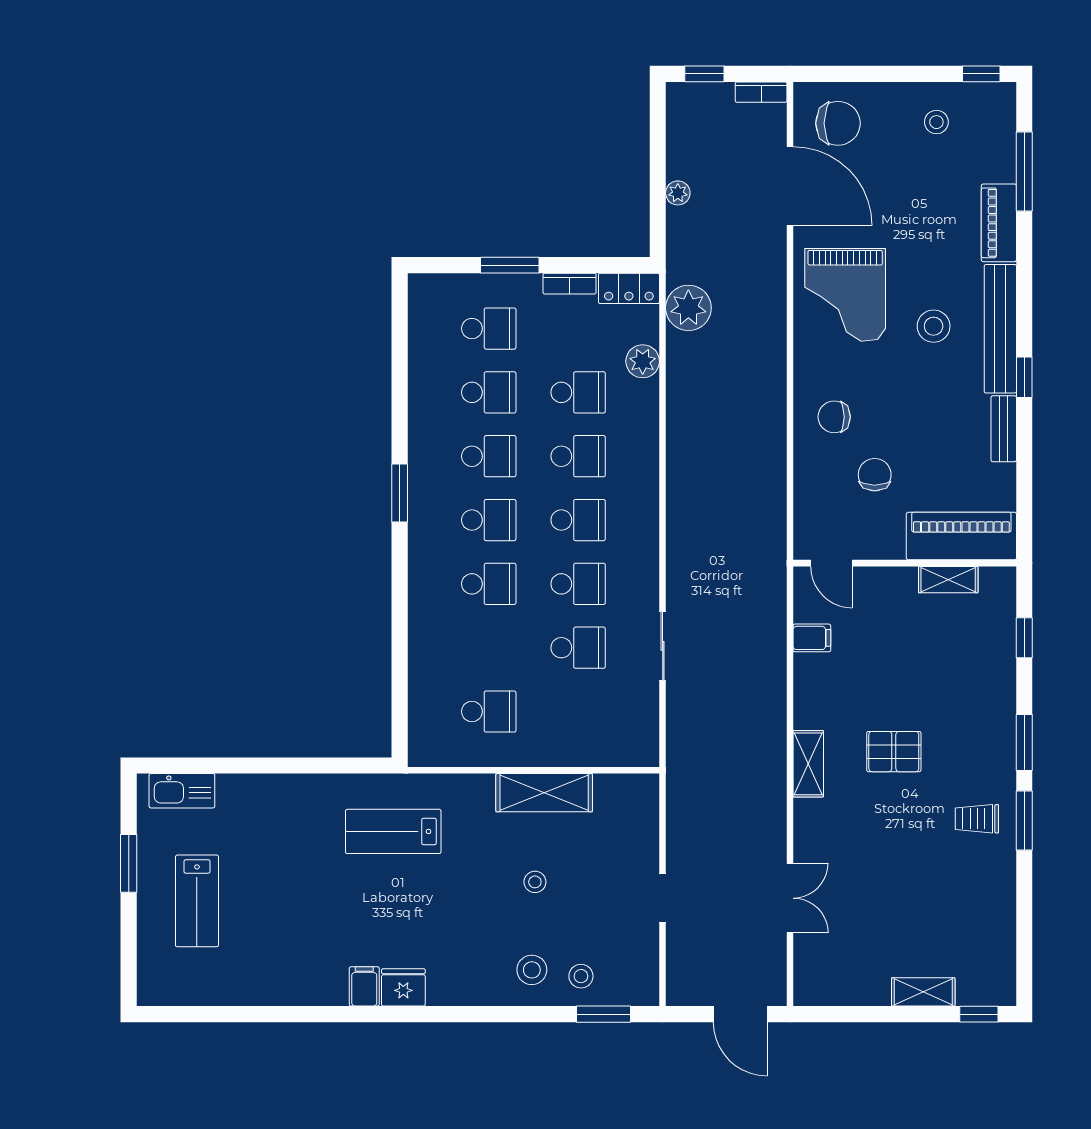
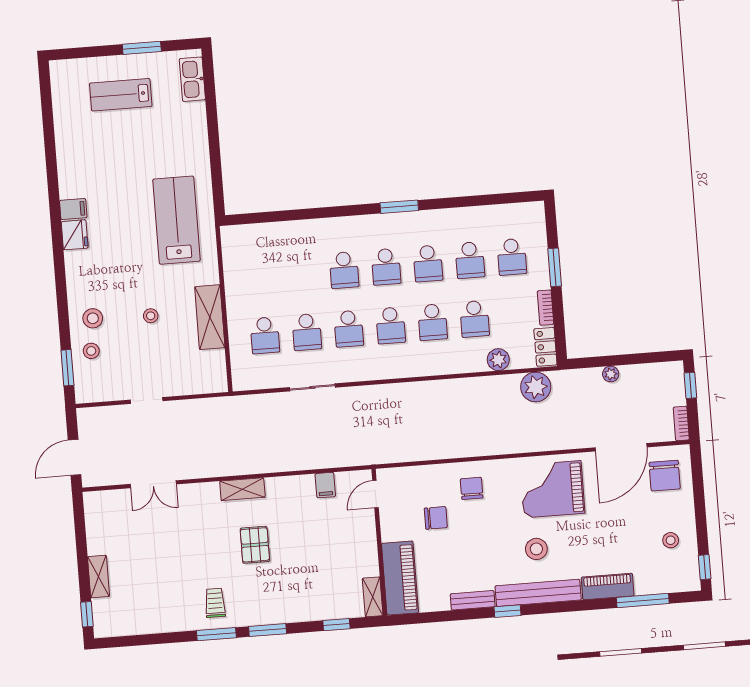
shelving: (948, 580) -> (373, 597), moved
school desk: (489, 712) -> (265, 335), moved
lab bench: (393, 831) -> (176, 220), width x1.36, depth x1.39

